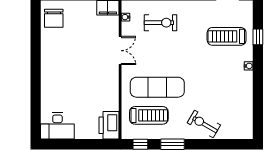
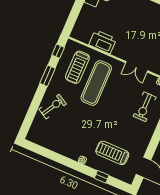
treadmill: (227, 36) -> (112, 153), turned -90
printer: (109, 125) -> (103, 42), moved

